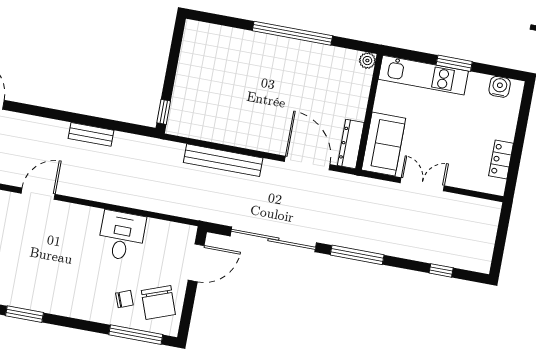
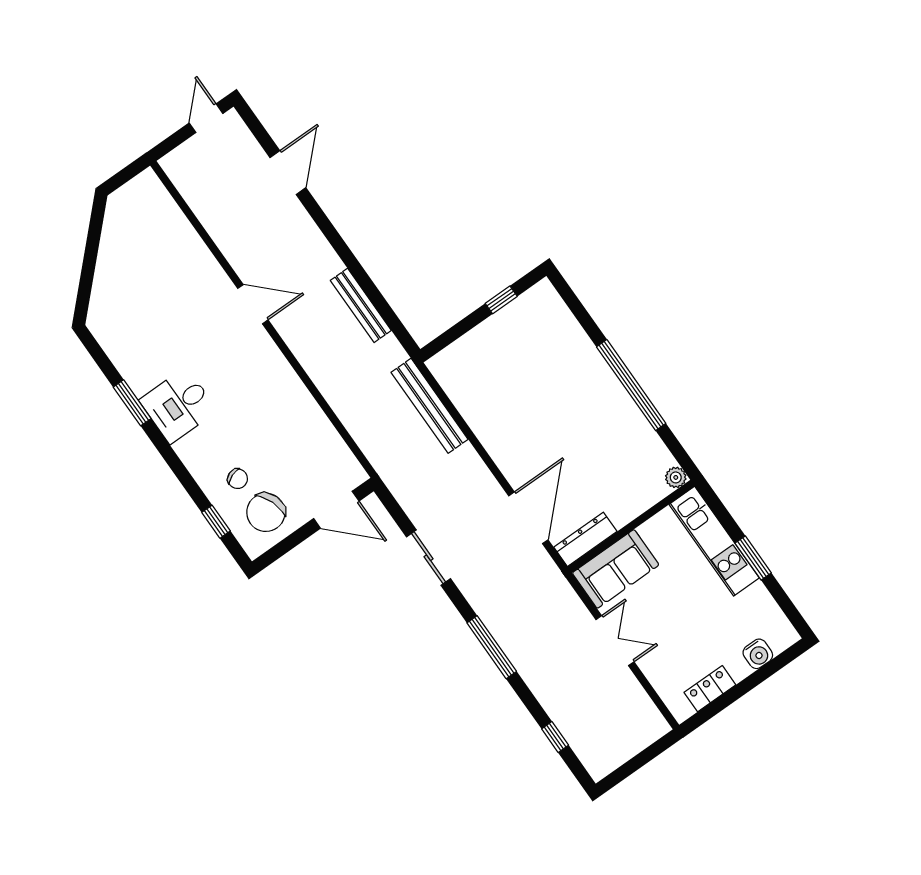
water cooler: (500, 87) -> (758, 654), moved, turned 90
window: (164, 112) -> (501, 300), moved
bench: (91, 134) -> (361, 305), width x1.36
bench: (223, 160) -> (430, 406), moved
desk: (122, 236) -> (178, 405), moved, turned 180
sliding door: (273, 239) -> (429, 558), width x0.54
window: (136, 335) -> (216, 522), width x0.46

